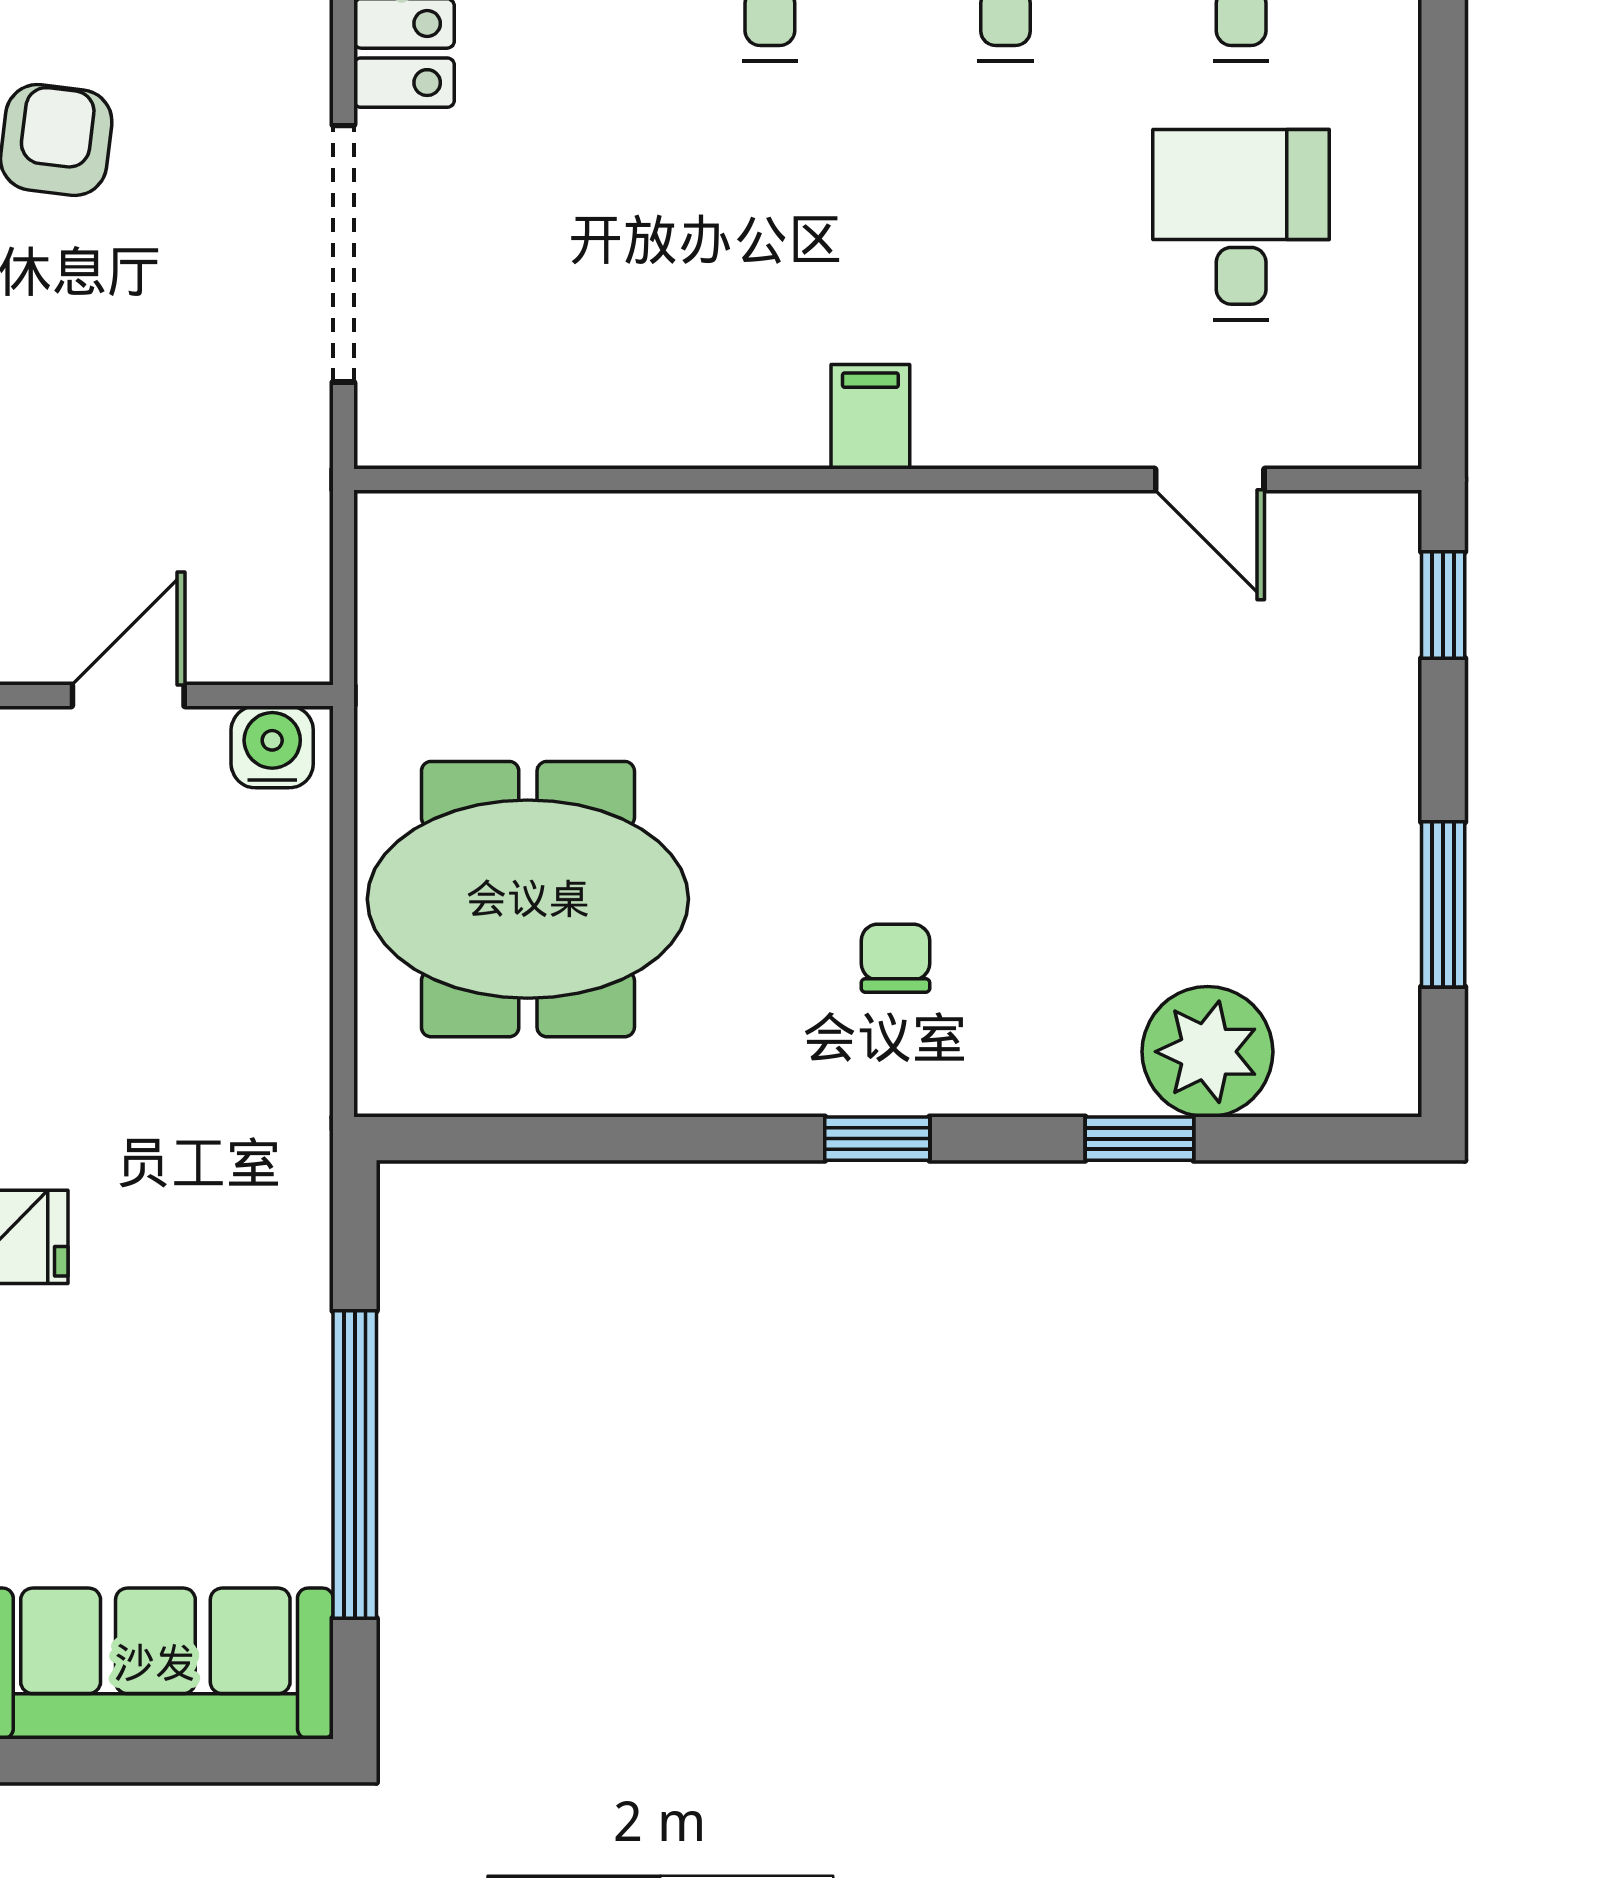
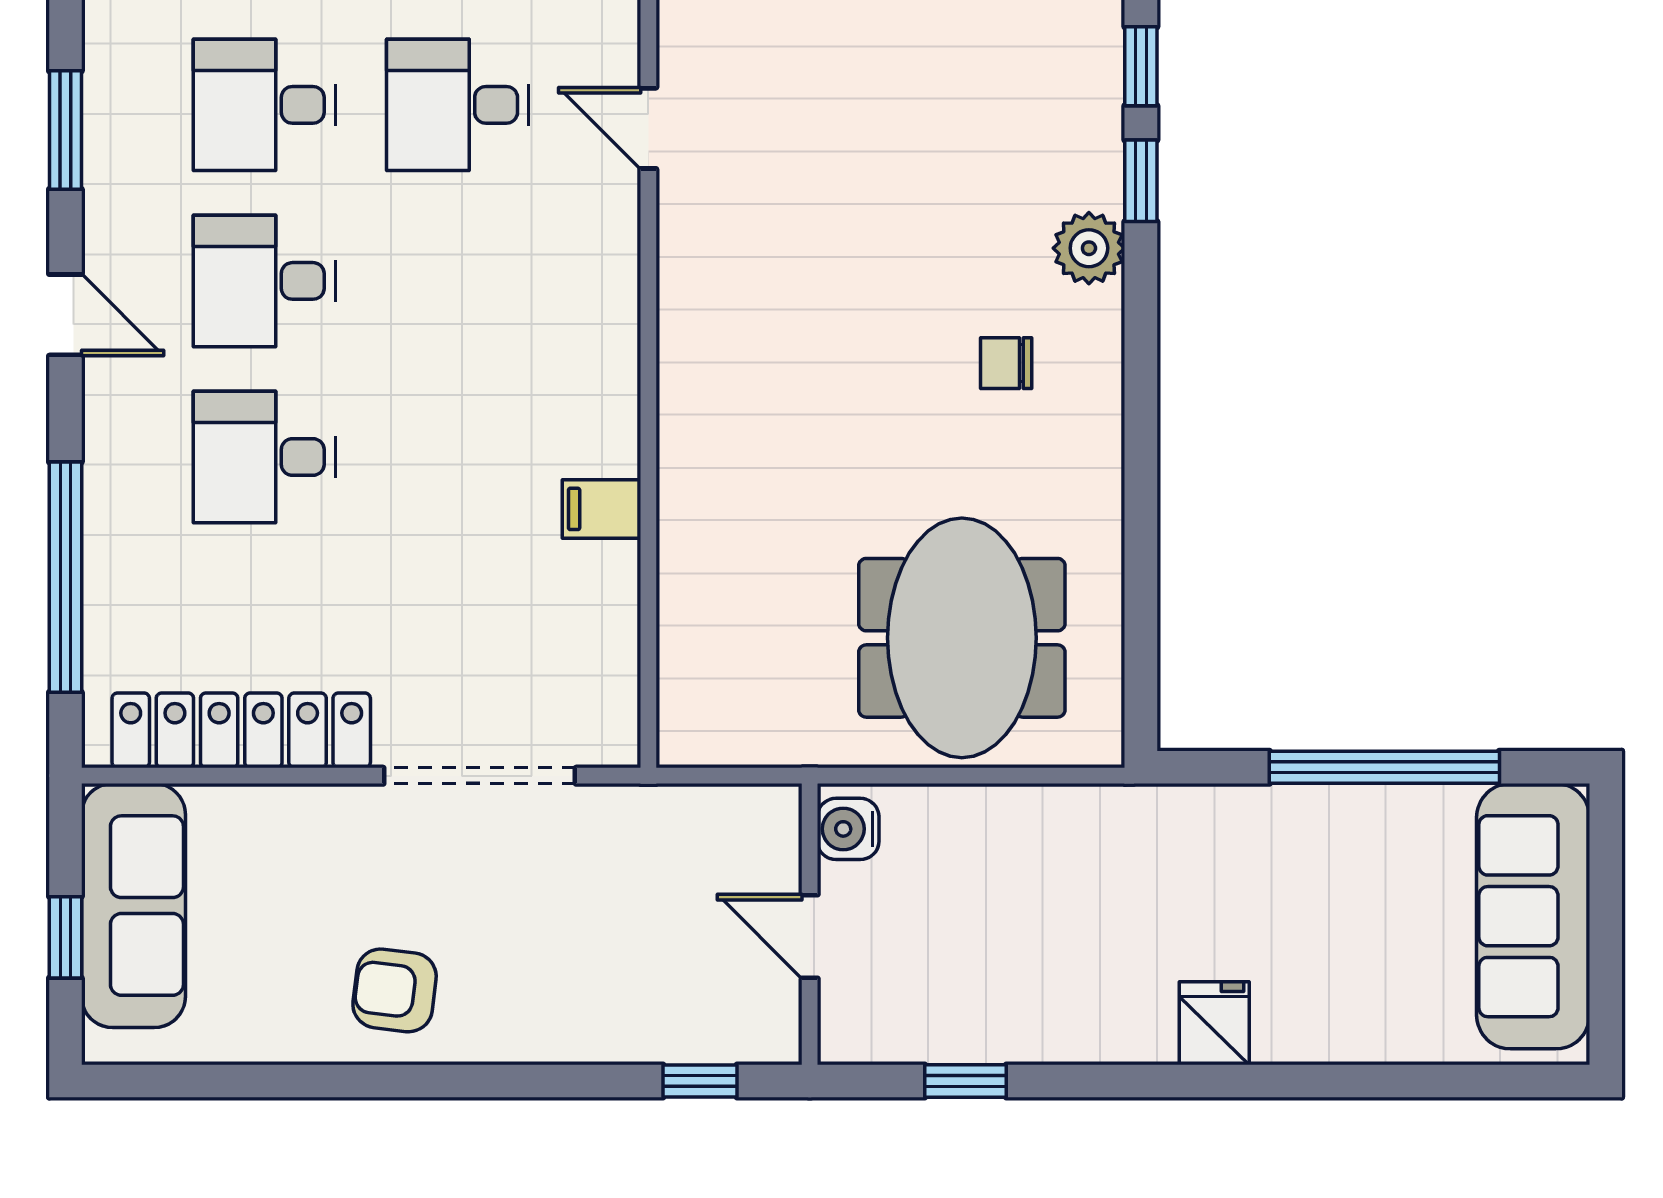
filing cabinet: (870, 417) -> (601, 509), moved
door: (1210, 480) -> (648, 128), swing flipped
plant: (1207, 1052) -> (1089, 248), moved, width x0.73, depth x0.73
window: (877, 1139) -> (1141, 66), moved

